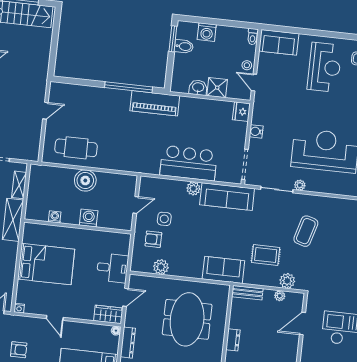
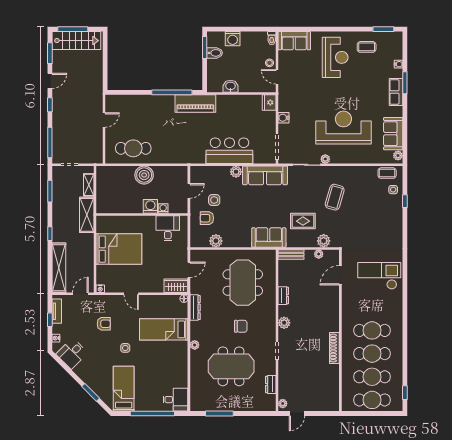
shower: (217, 88) -> (247, 85), removed
washing machine: (55, 217) -> (163, 209), moved
desk: (112, 268) -> (168, 228), moved, turned -90

